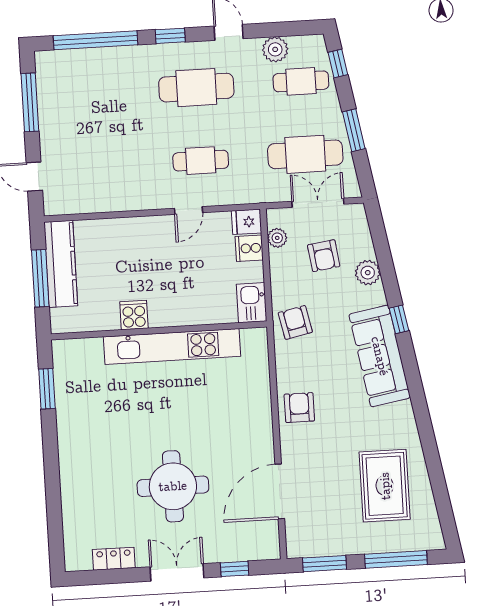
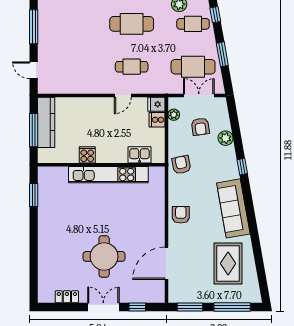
kitchen sink: (252, 303) -> (139, 155), moved, turned 90
sofa: (380, 356) -> (233, 208), moved

